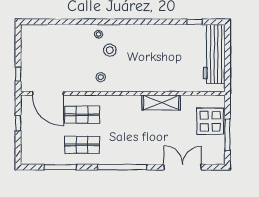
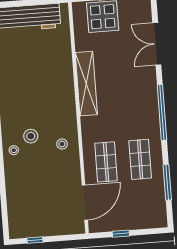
window: (18, 74) -> (35, 240), moved
shelving: (161, 102) -> (86, 84), width x1.47

